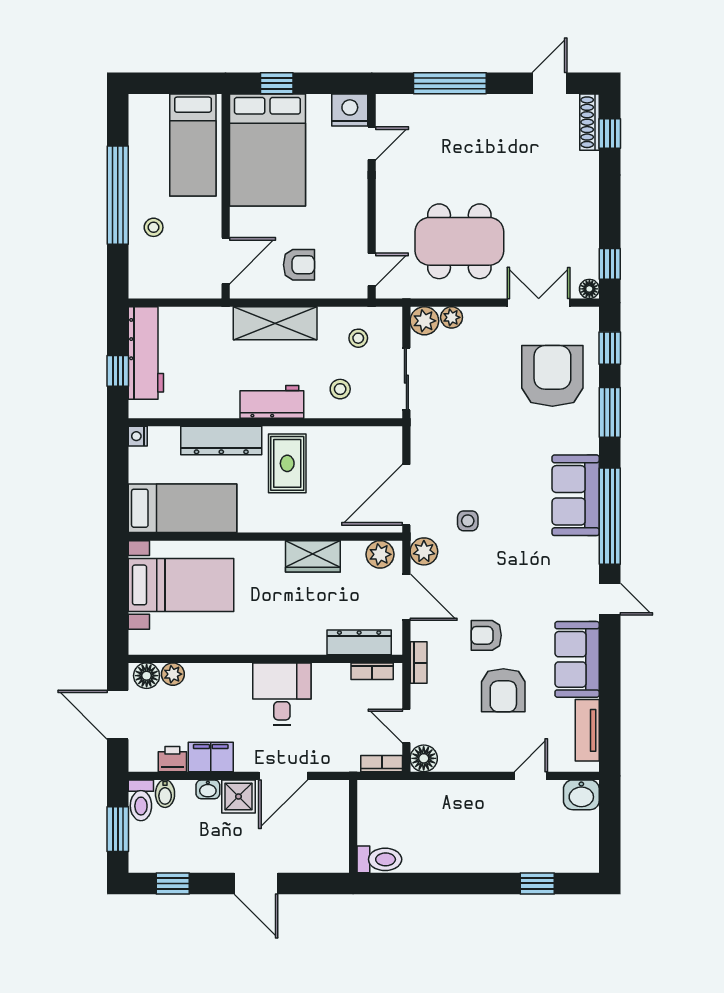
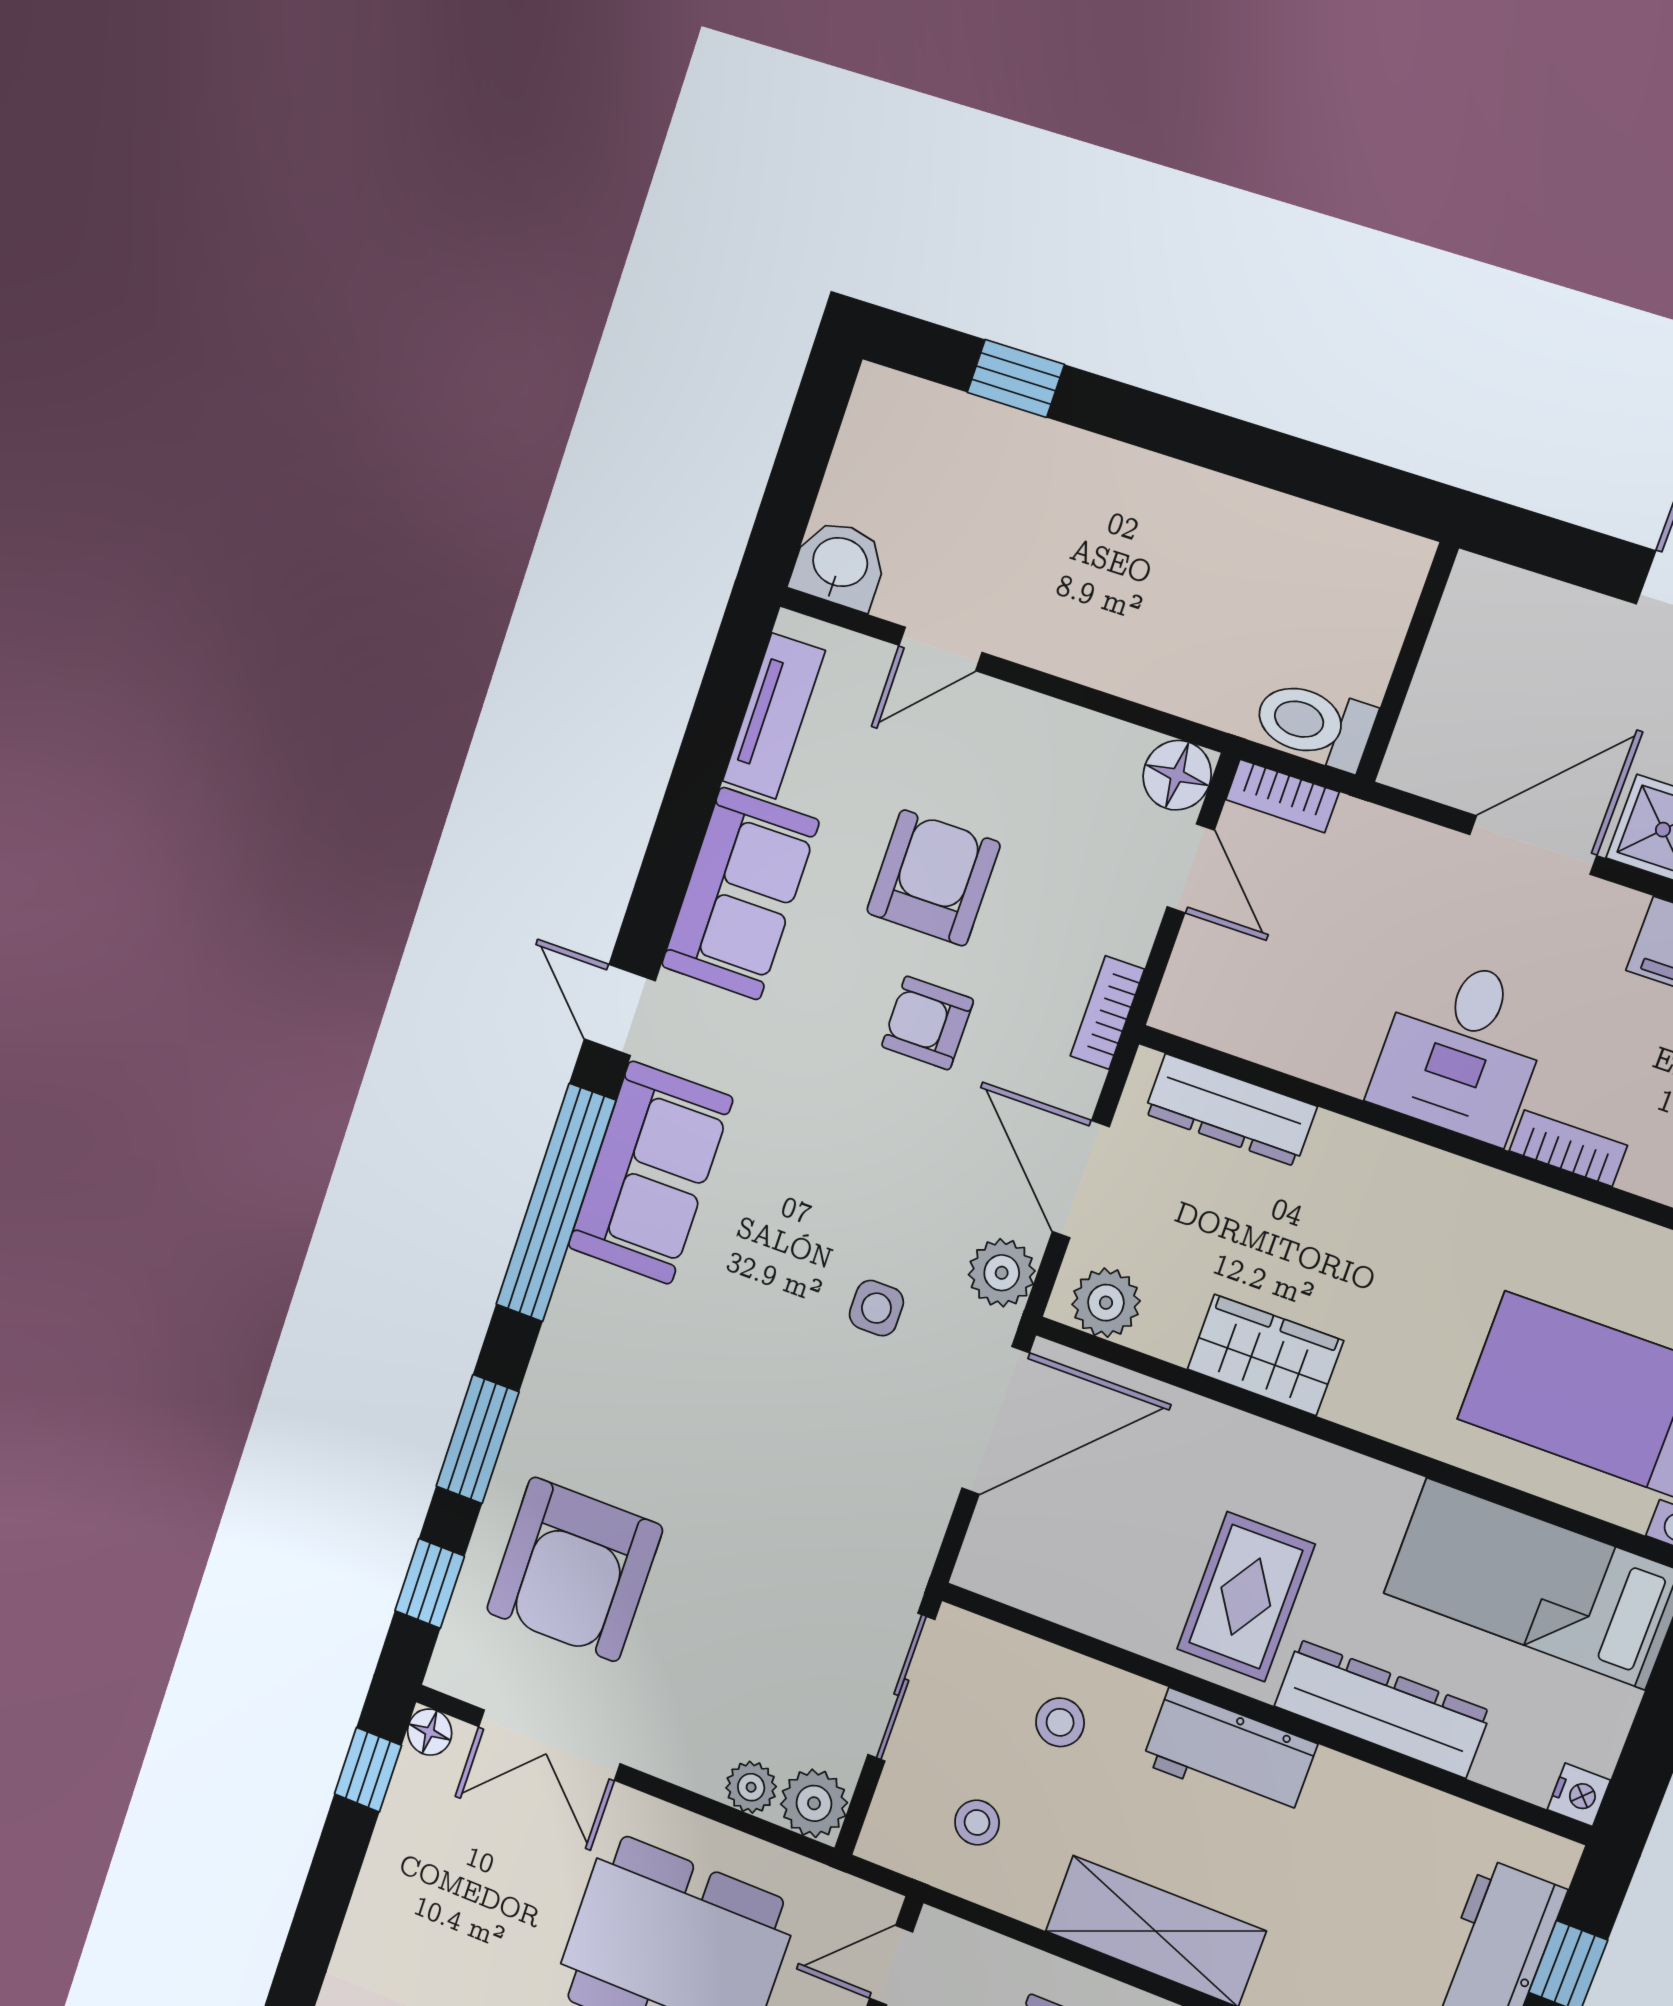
sofa: (576, 495) -> (650, 1173), moved
armchair: (486, 635) -> (927, 1023), turned 180
bookcase: (372, 671) -> (1568, 1148), moved
toilet: (379, 859) -> (1314, 724), moved

